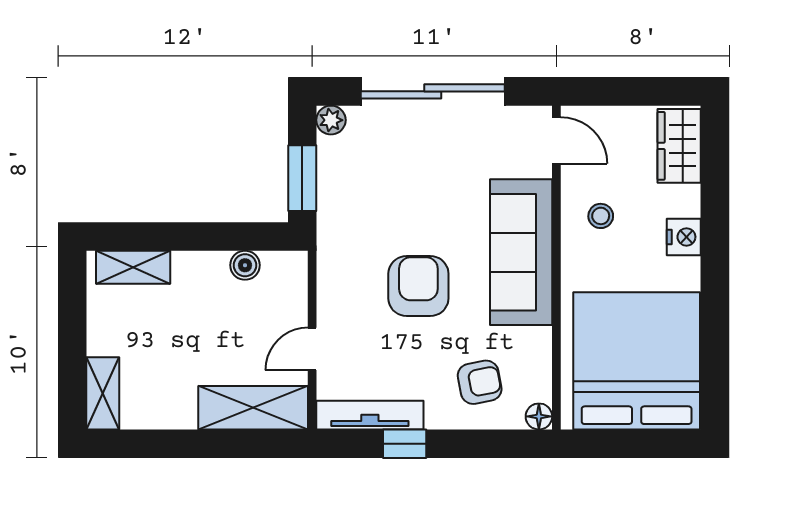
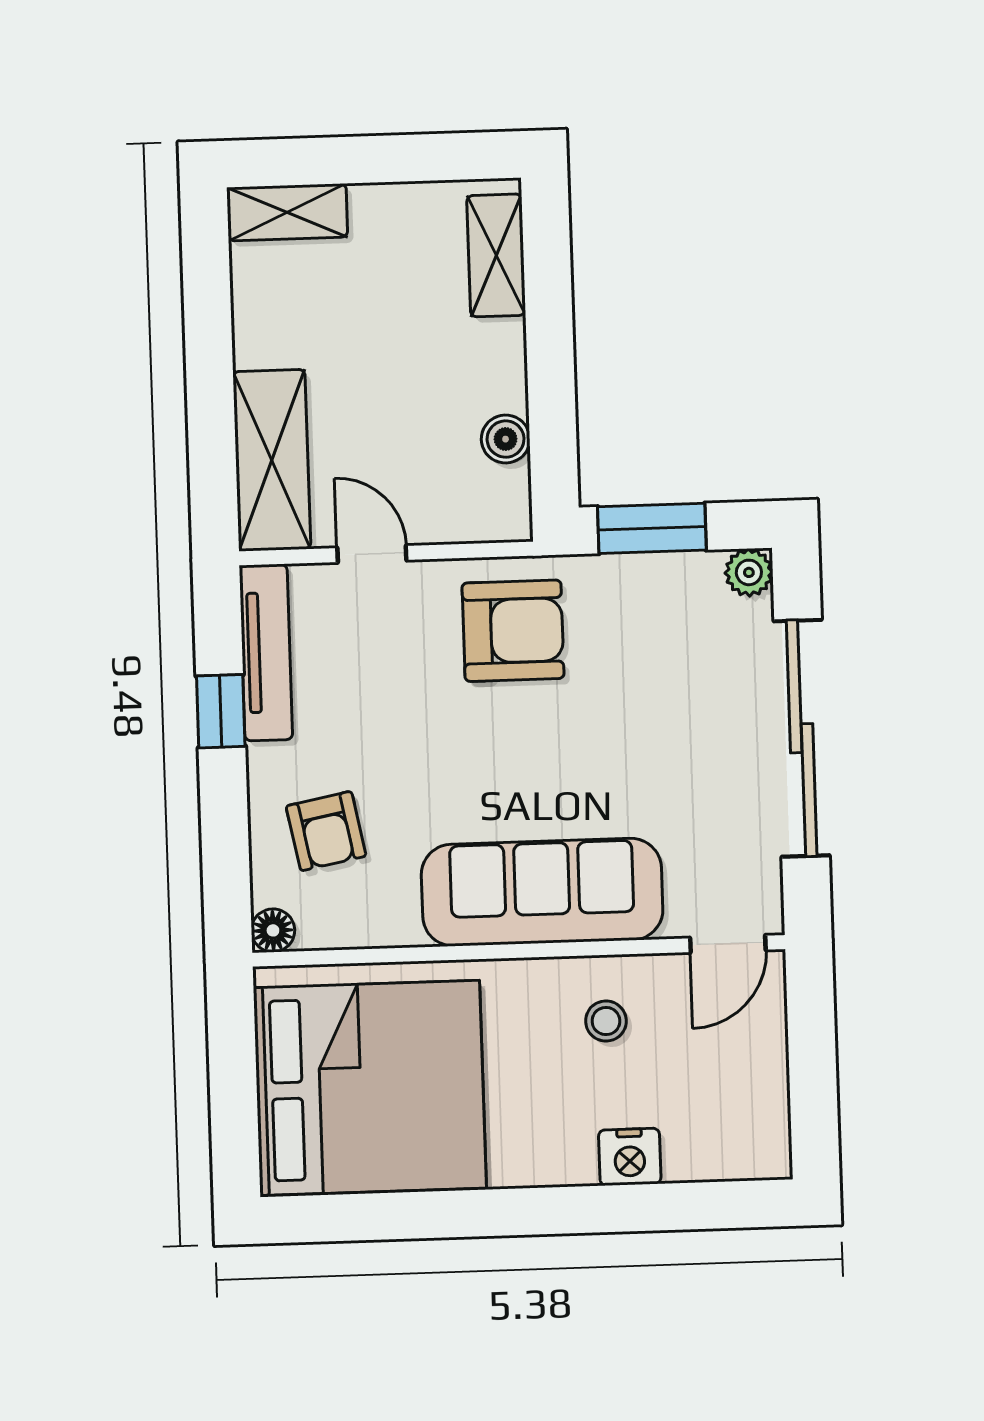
wardrobe: (679, 146) -> (725, 1146), removed
nightstand: (684, 237) -> (630, 1157), moved
armchair: (418, 286) -> (513, 631), moved

